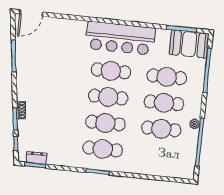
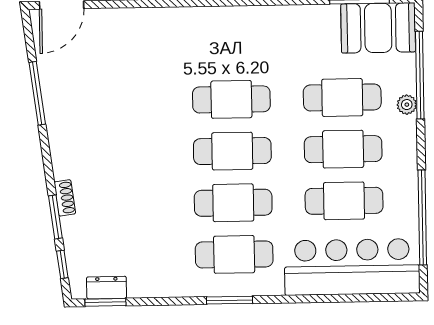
bar counter: (120, 38) -> (352, 267), moved, turned 180
plant: (195, 124) -> (407, 105), moved

